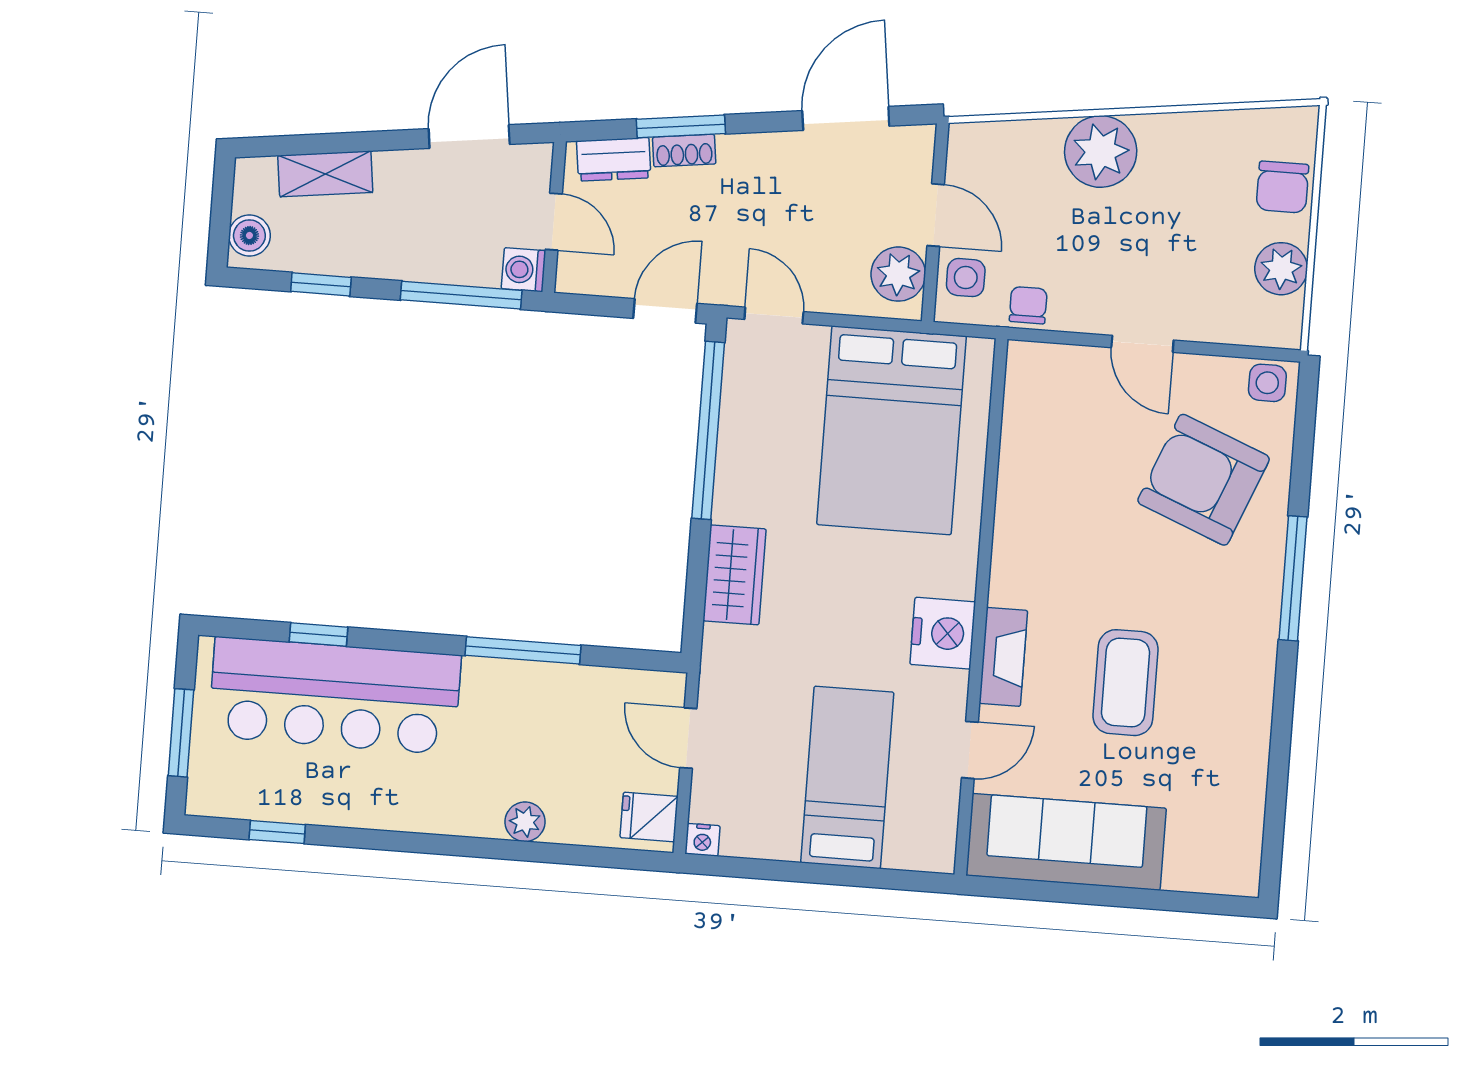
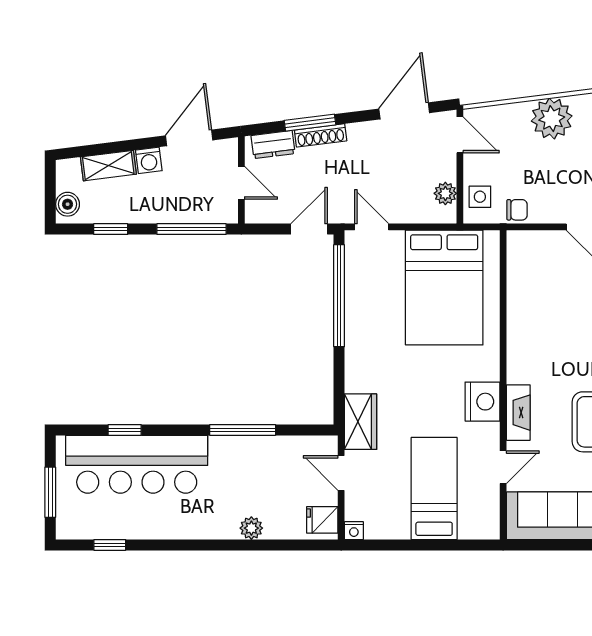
shoe rack: (684, 151) -> (321, 135), width x1.43
door: (936, 215) -> (460, 135), moved
washing machine: (524, 270) -> (149, 160), moved, turned -97
plant: (898, 274) -> (445, 193), width x0.73, depth x0.73
chair: (1028, 305) -> (517, 210), turned 90
wardrobe: (735, 575) -> (361, 422), moved

